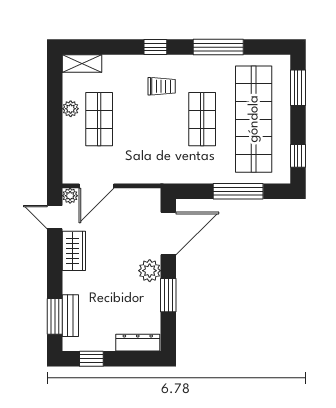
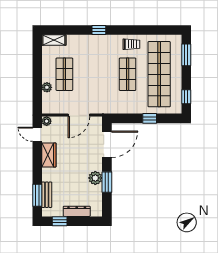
window: (218, 47) -> (137, 30), removed
trolley: (162, 86) -> (131, 44), moved
plant: (71, 109) -> (47, 87), moved
door: (96, 186) -> (79, 115), moved
window: (238, 191) -> (150, 118), width x0.46
plant: (150, 271) -> (95, 178), moved
dresser: (138, 343) -> (77, 211), moved

